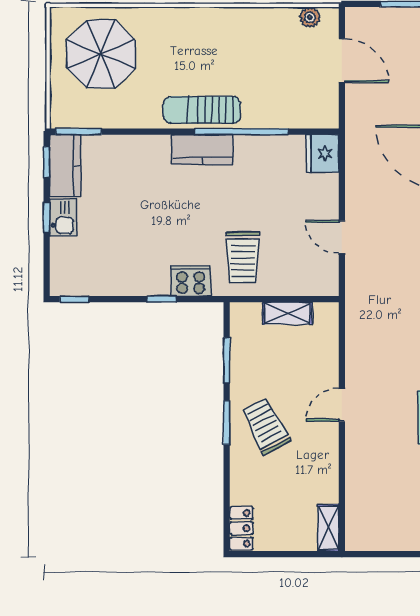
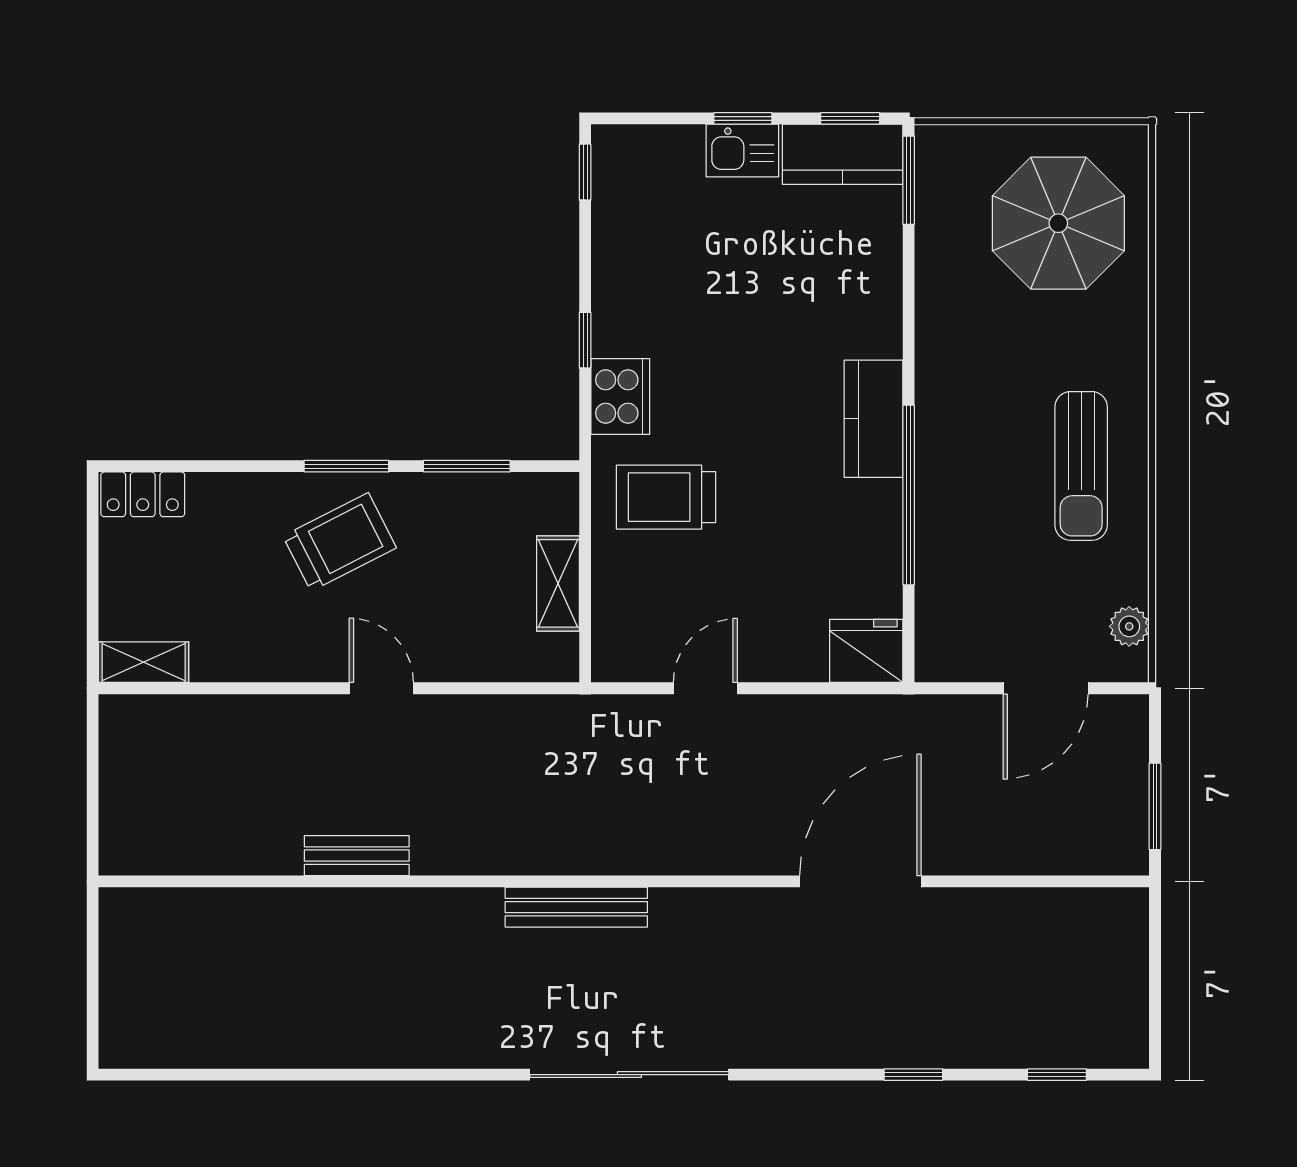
sun lounger: (202, 110) -> (1081, 466), moved, turned 180

